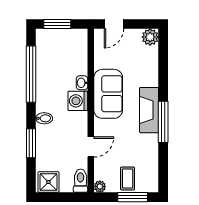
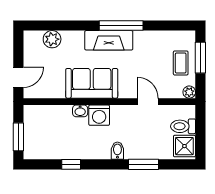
door: (114, 24) -> (18, 77), hinge flipped
plant: (150, 37) -> (52, 39), moved
window: (31, 74) -> (71, 164), width x0.32
coffee table: (128, 178) -> (181, 63), turned 90
toilet: (81, 181) -> (183, 126), moved

